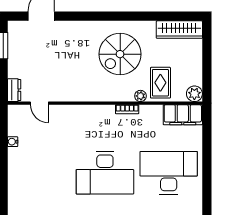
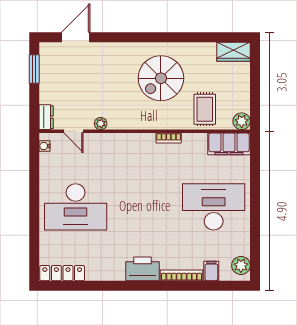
wardrobe: (179, 30) -> (234, 52), width x0.67
plant: (140, 96) -> (101, 124), moved
water cooler: (13, 142) -> (45, 146), moved
desk: (105, 173) -> (76, 207), moved

